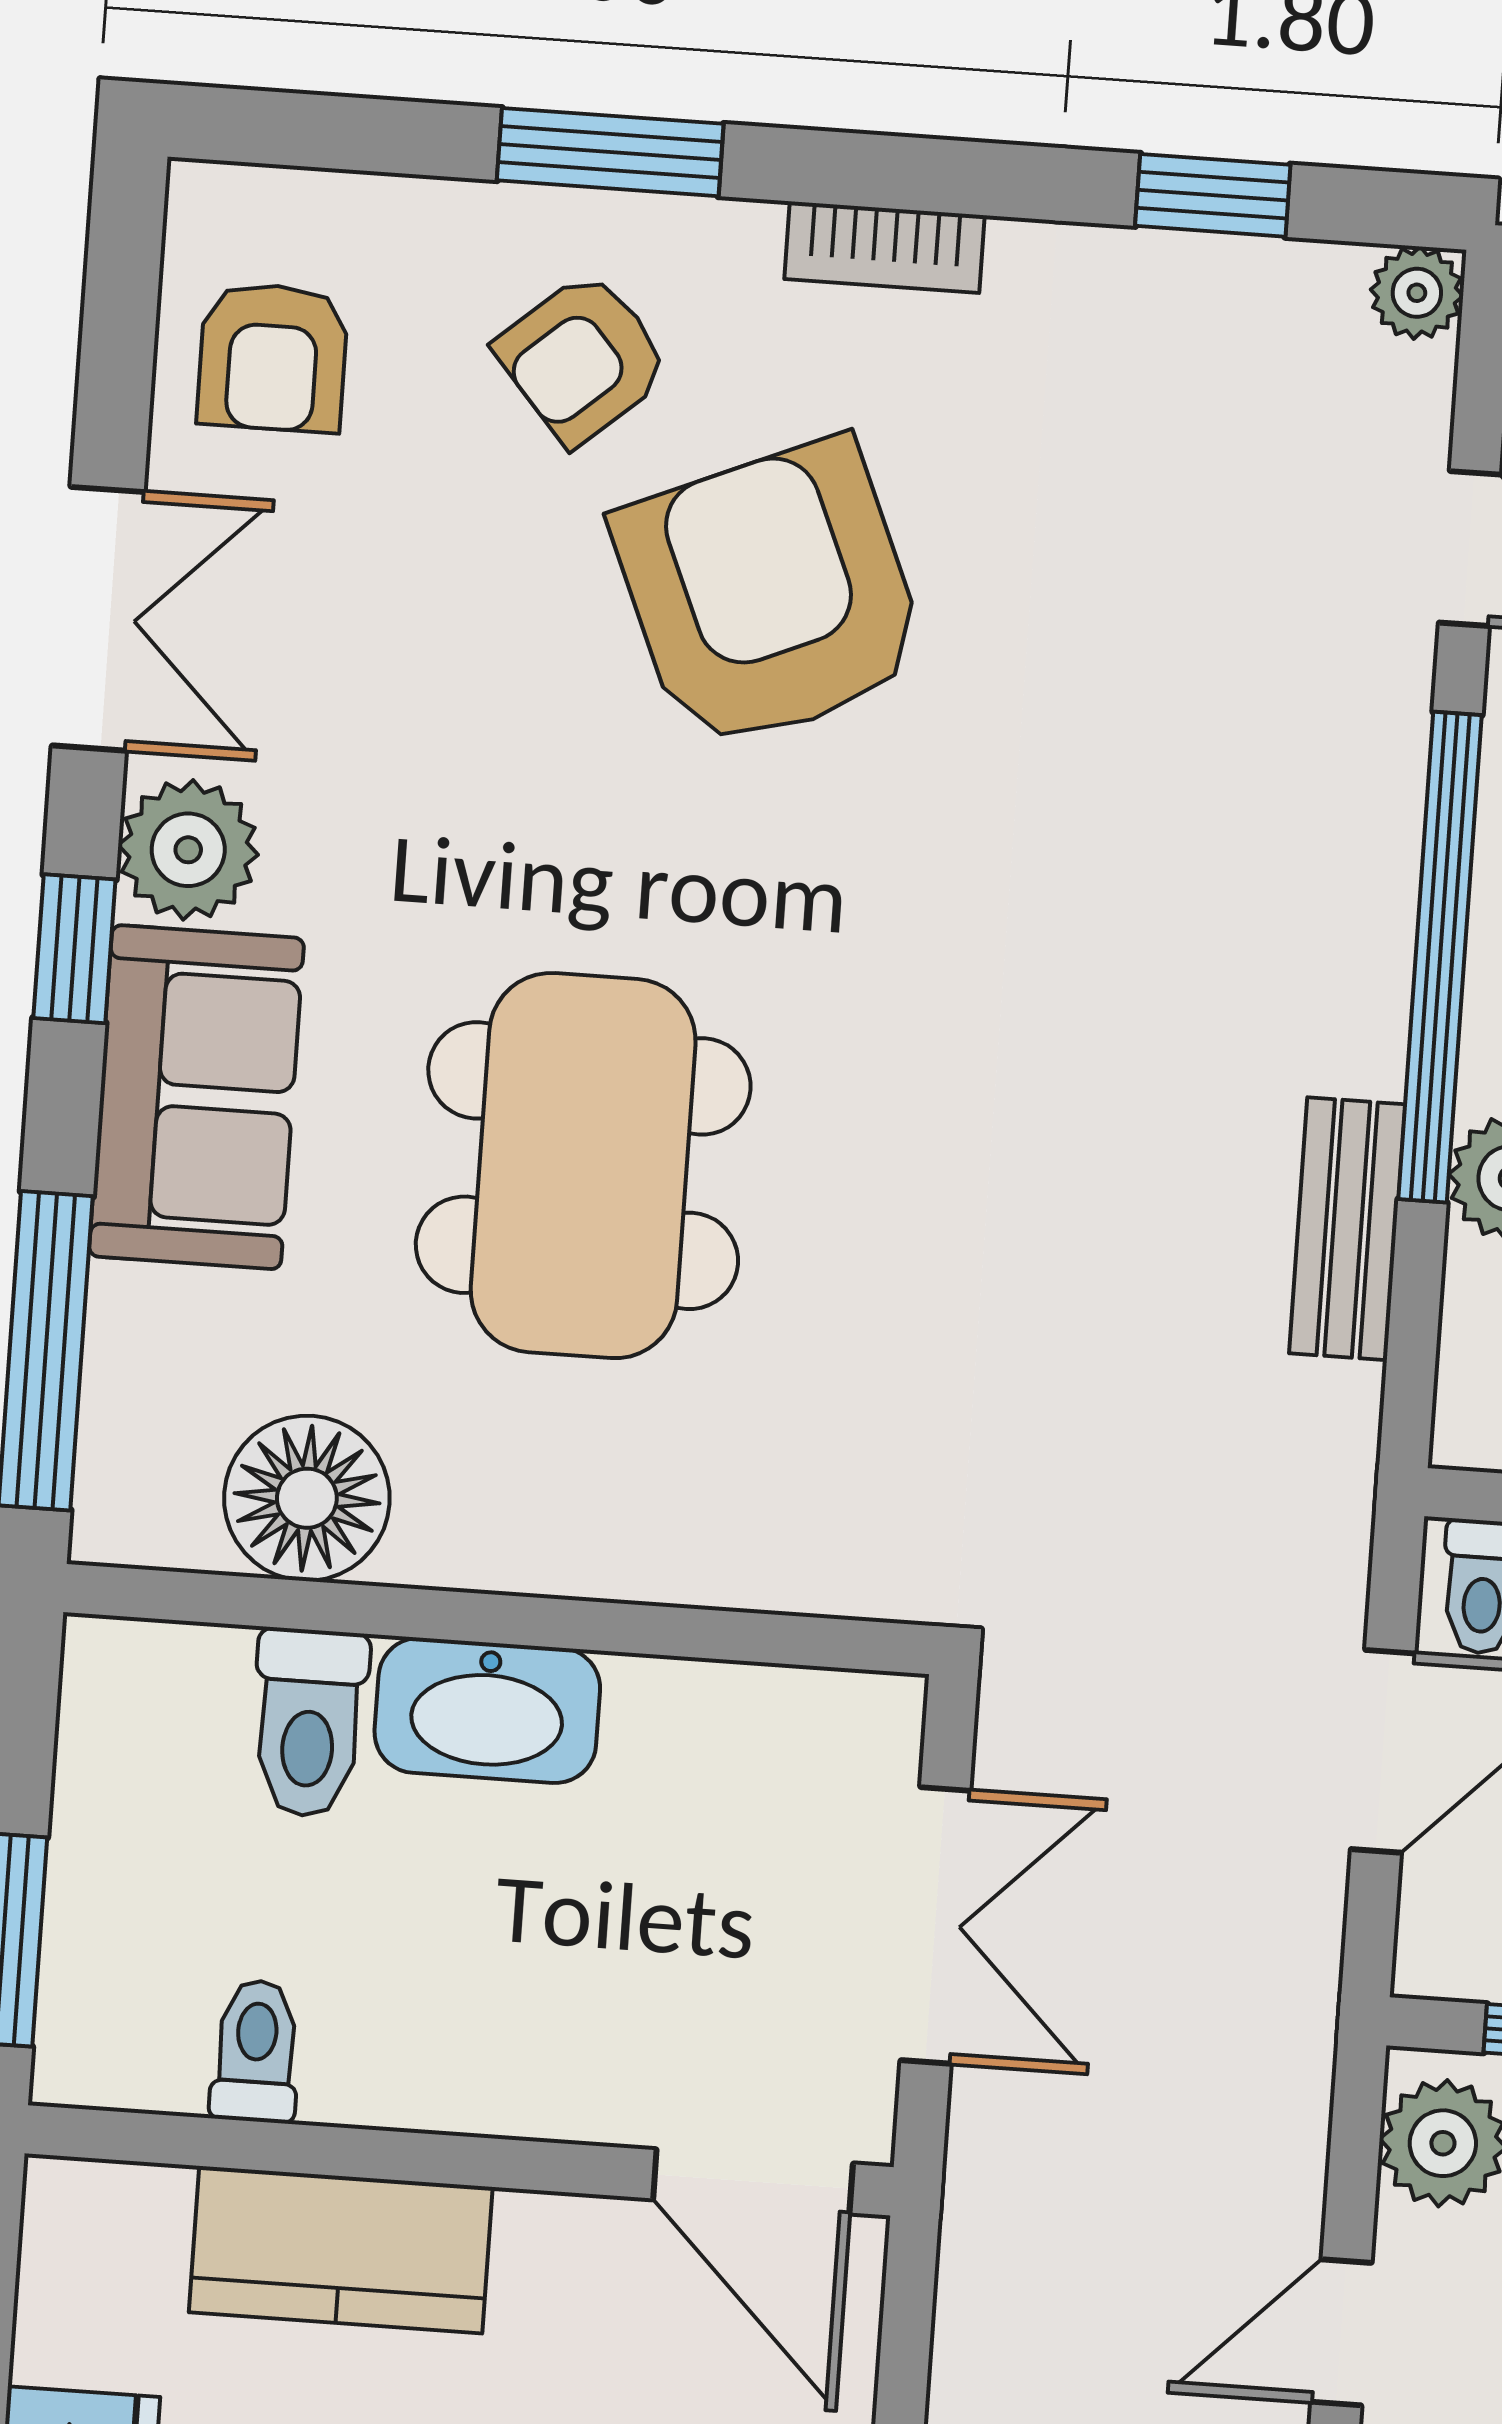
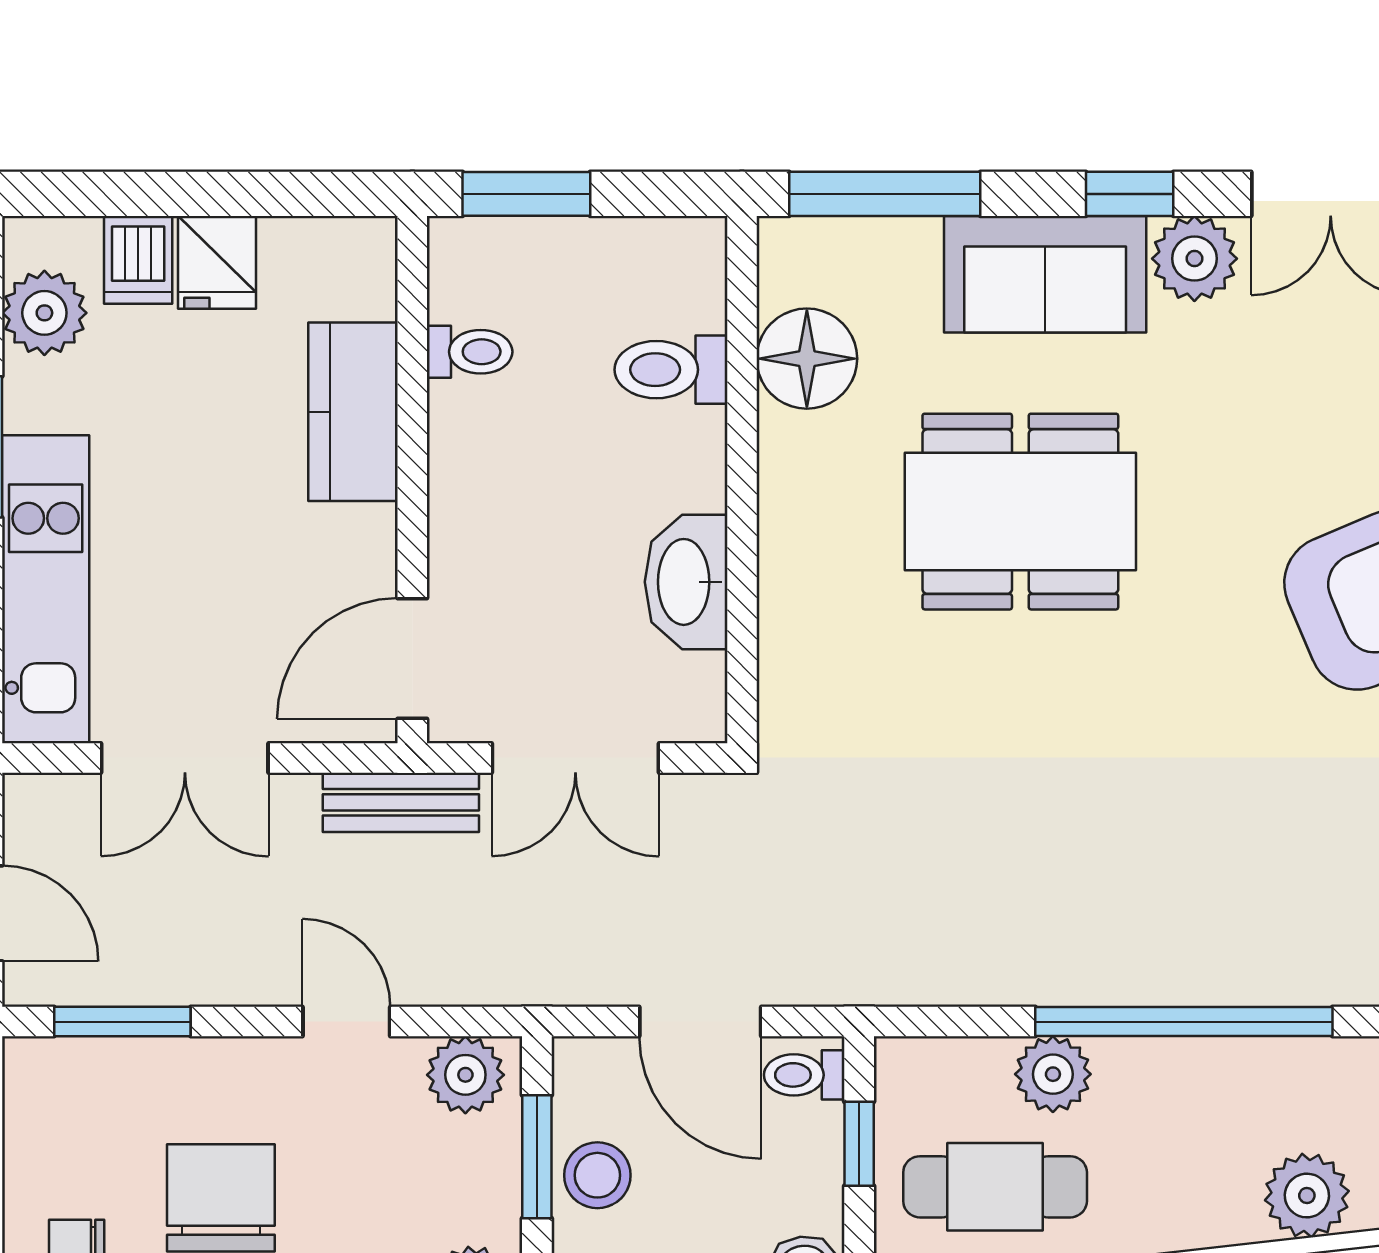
bench: (1347, 1229) -> (401, 802), moved
washbasin: (487, 1710) -> (686, 582), moved

